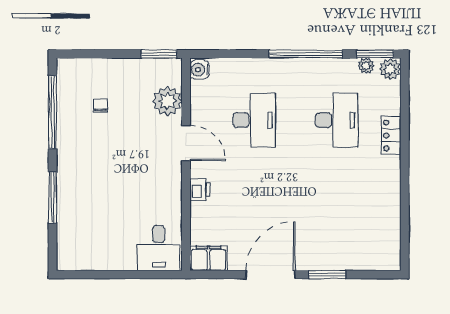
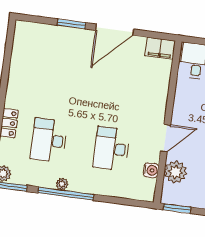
plant: (366, 66) -> (62, 184), moved
water cooler: (199, 70) -> (151, 170), moved
door: (186, 143) -> (166, 138), swing flipped
printer: (200, 189) -> (160, 102), removed

